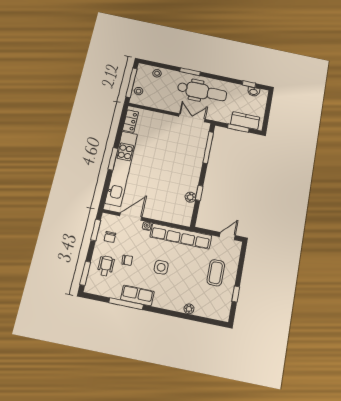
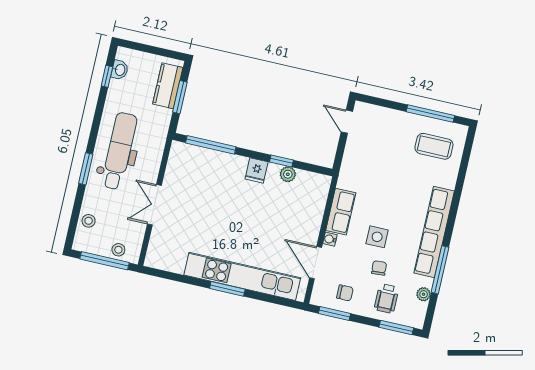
double door: (192, 118) -> (154, 205), moved
locker: (130, 121) -> (168, 263), removed
fridge: (192, 177) -> (257, 170), added
row of seats: (181, 236) -> (341, 212), width x0.50
wheelchair: (106, 266) -> (386, 298), turned -90
side table: (161, 267) -> (377, 237), moved
coffee table: (216, 273) -> (434, 146), moved
window: (236, 294) -> (430, 114), width x2.17
row of seats: (137, 295) -> (434, 232), width x2.02
plant: (189, 309) -> (424, 294), moved

